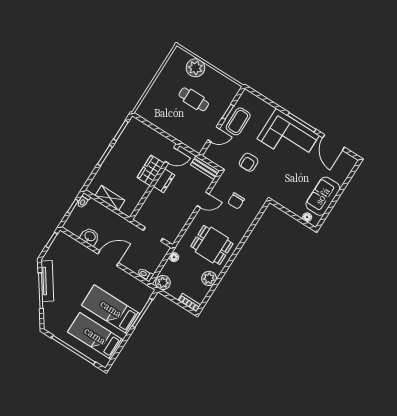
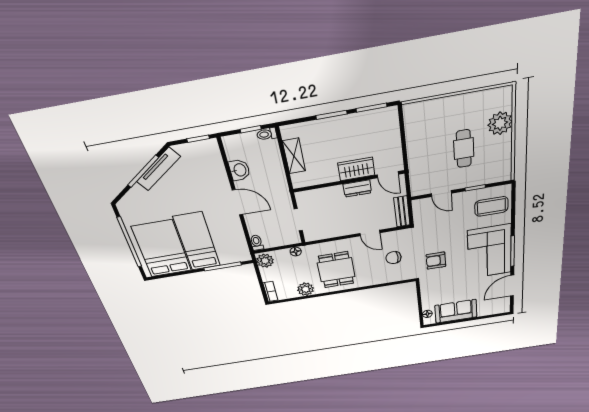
coffee table: (238, 121) -> (491, 206), moved
armchair: (249, 162) -> (436, 261), moved
bed: (95, 336) -> (162, 249), width x1.50

